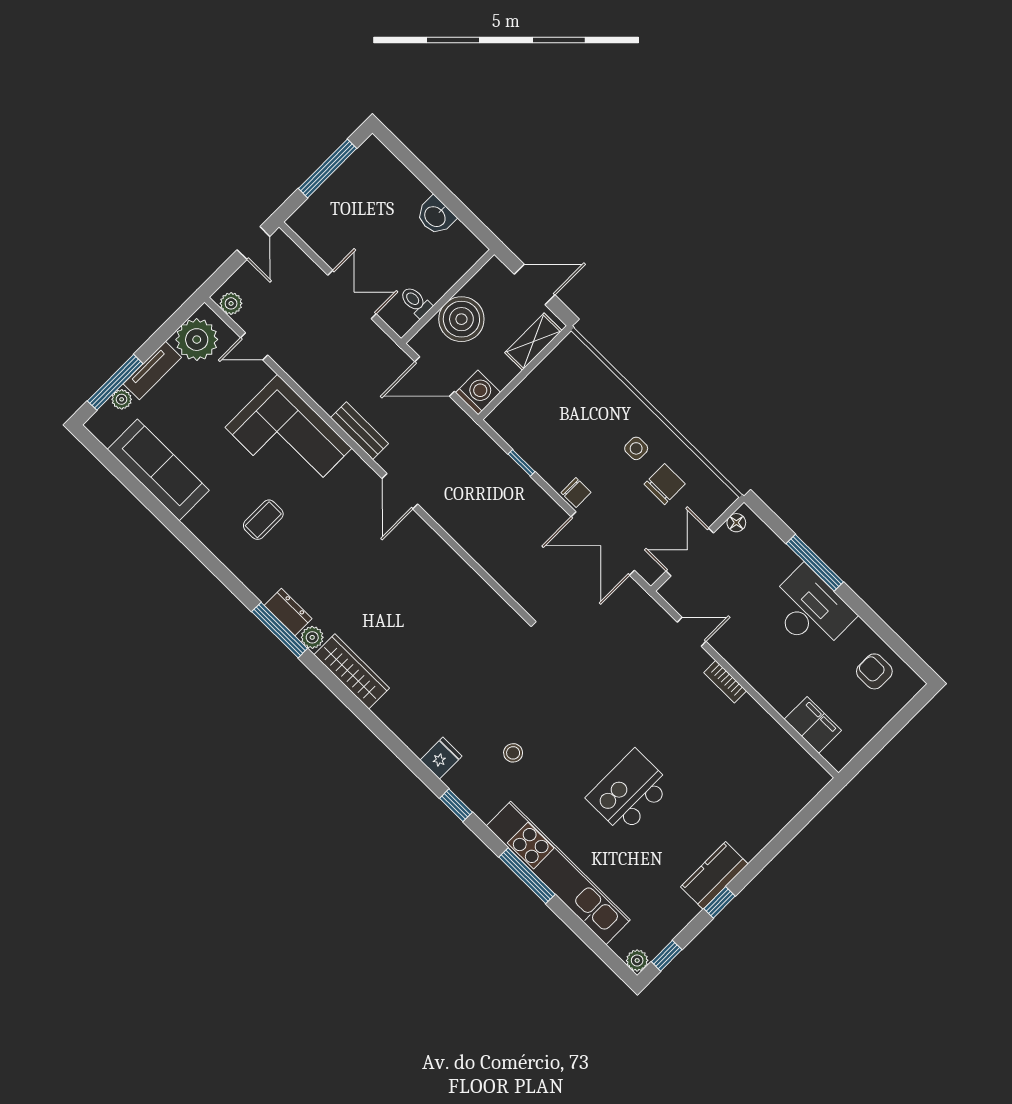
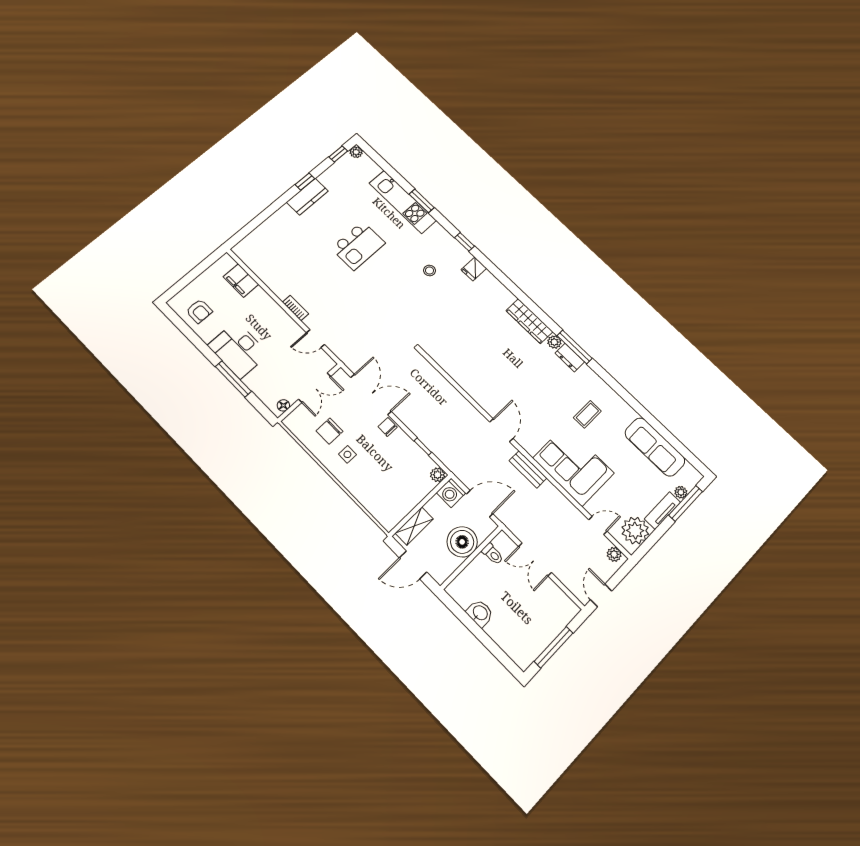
plant: (499, 420) -> (438, 475), added
kitchen unit: (558, 873) -> (403, 202), width x0.73
window: (527, 876) -> (422, 201), width x0.69

